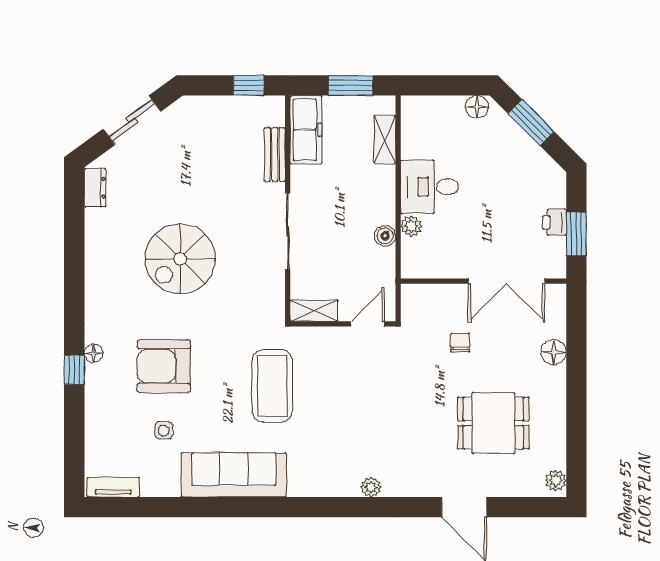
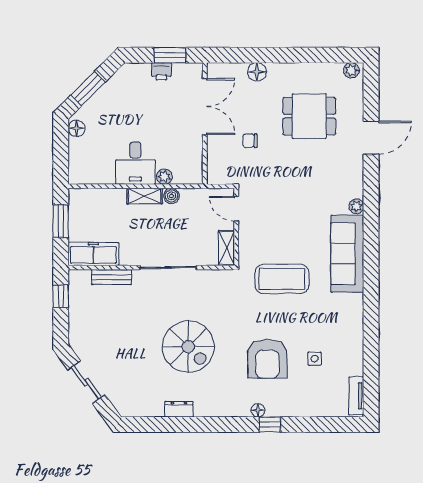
shelving: (385, 140) -> (145, 196), moved
dresser: (95, 188) -> (179, 409), moved
dining table: (493, 423) -> (309, 116), turned 90
sofa: (234, 475) -> (347, 254), moved

